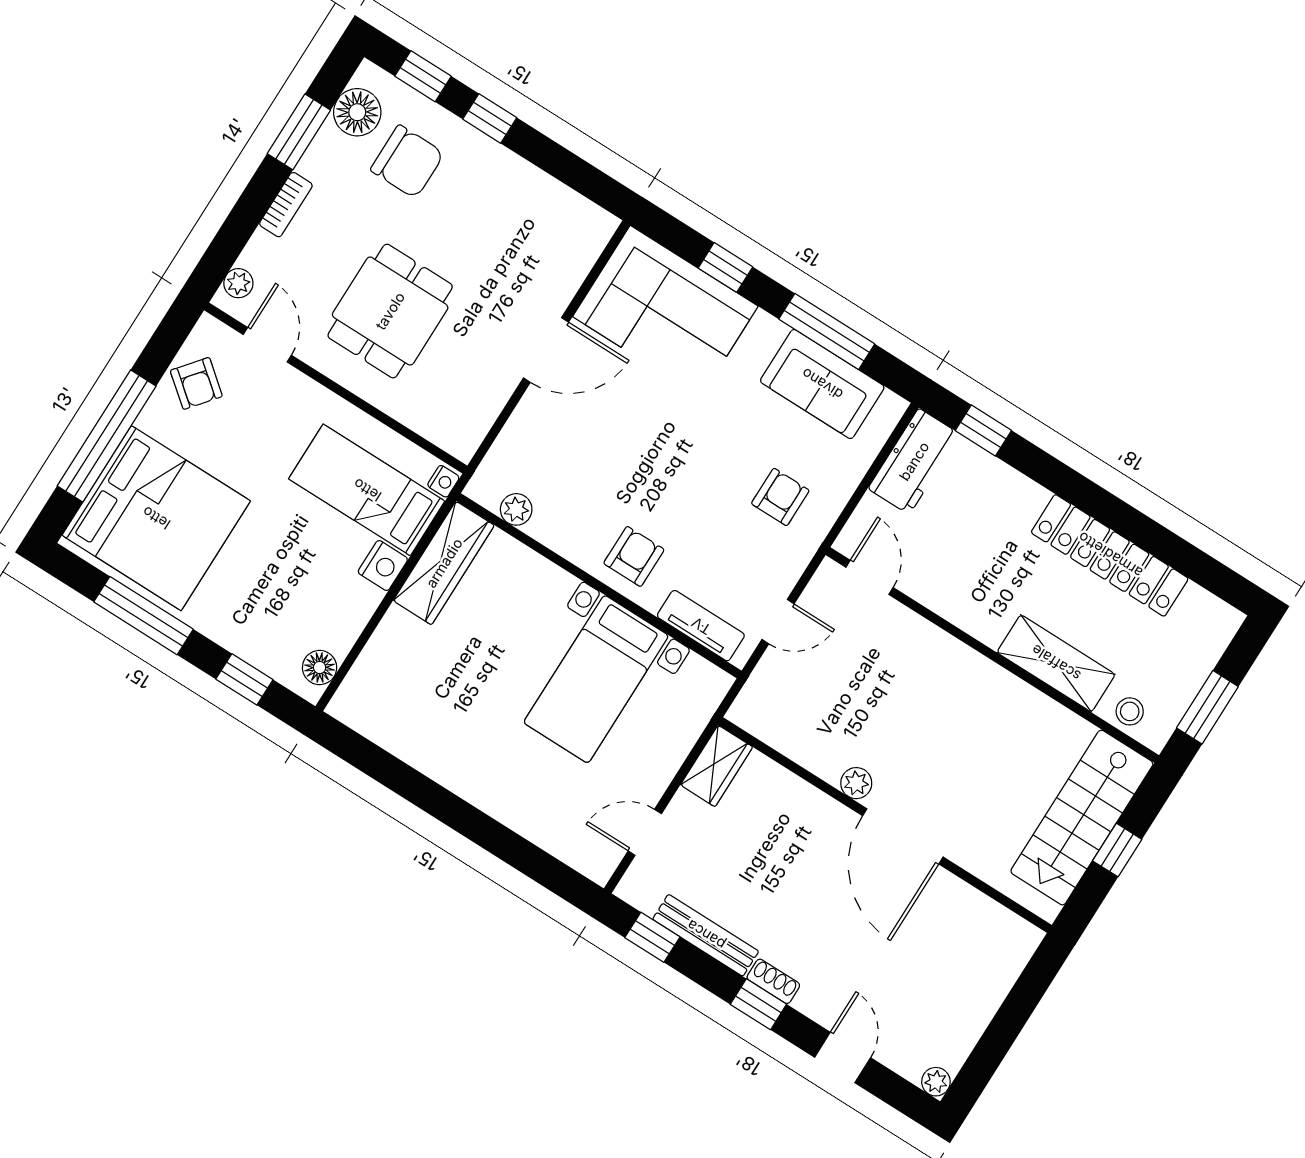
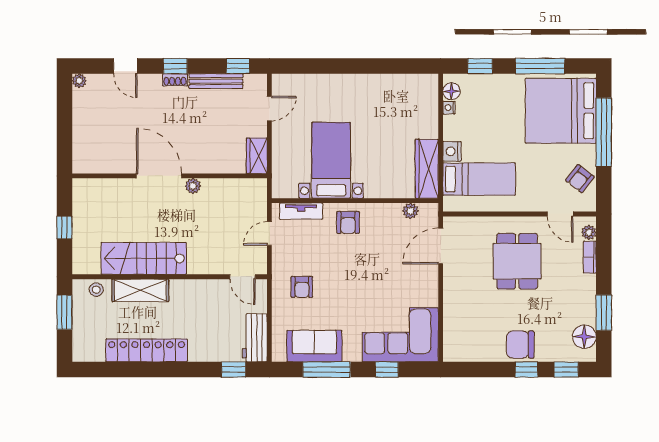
chair: (407, 162) -> (520, 345), moved
bookcase: (286, 205) -> (590, 257), moved
door: (546, 350) -> (441, 246), moved
armchair: (196, 383) -> (580, 179), turned -91
nightstand: (443, 481) -> (449, 108), moved
stairs: (1082, 818) -> (144, 258), moved, turned -90

